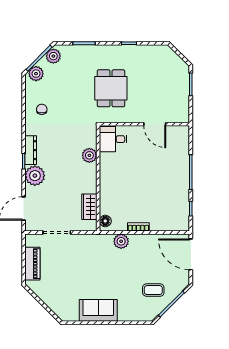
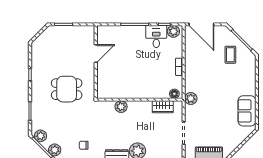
desk: (113, 139) -> (156, 36), moved, turned 180
plant: (182, 220) -> (173, 31), added
plant: (121, 241) -> (191, 98), moved
door: (191, 254) -> (201, 24), hinge flipped
sofa: (98, 310) -> (247, 111), moved

